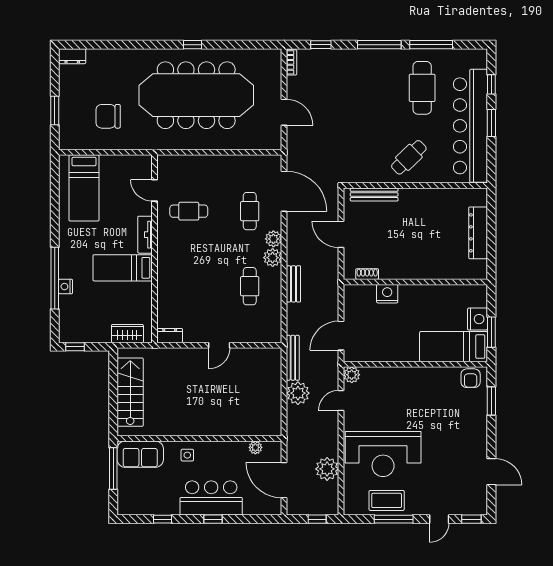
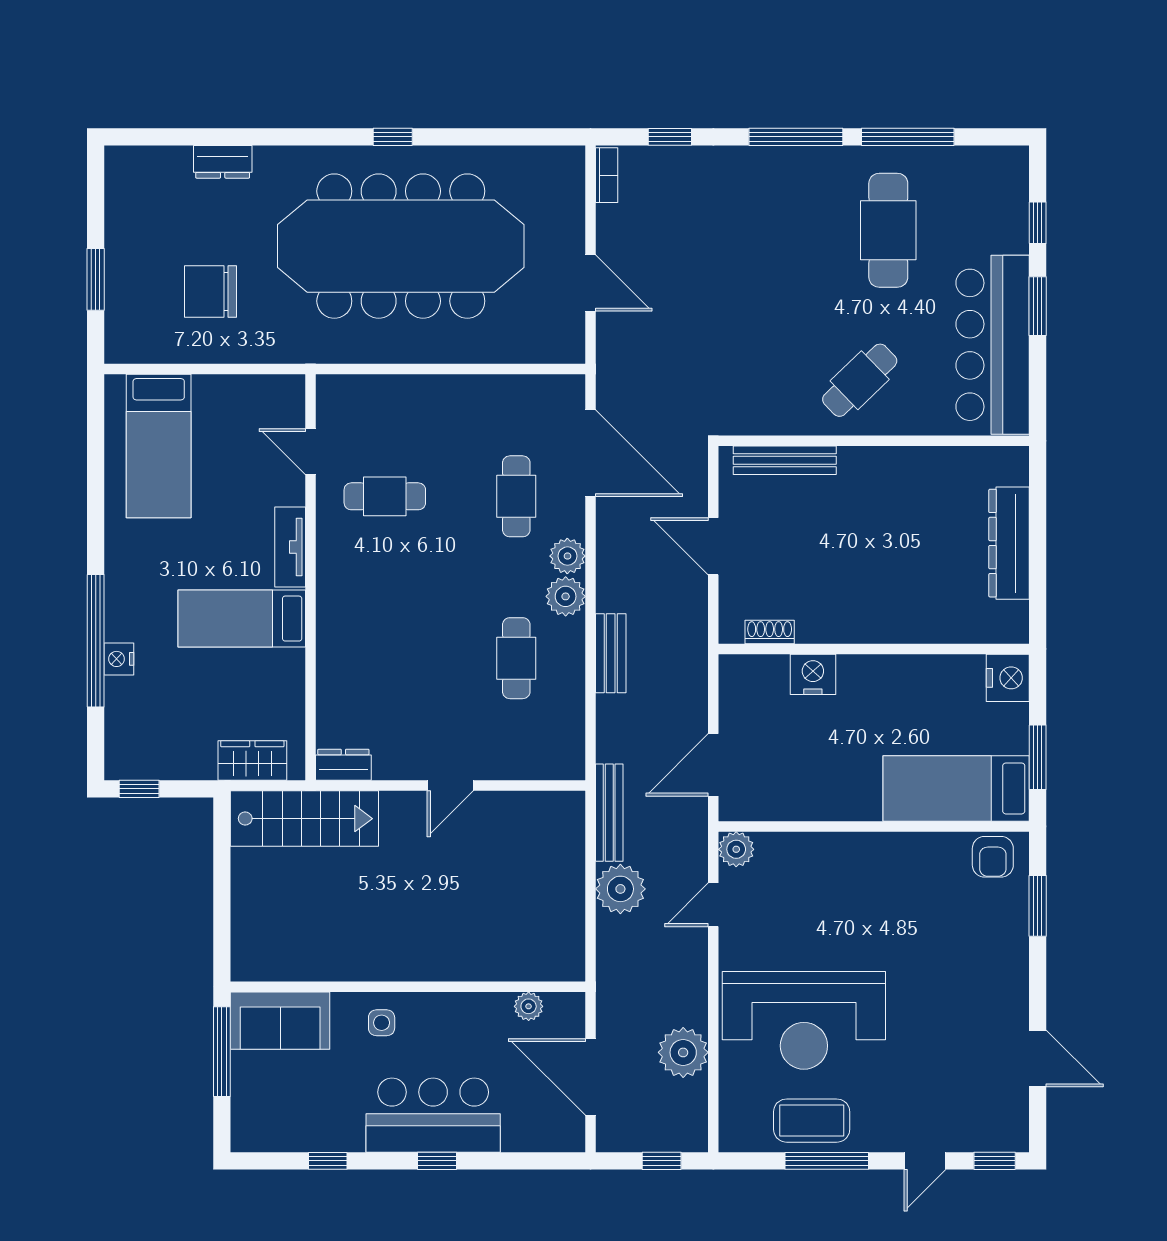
dresser: (72, 56) -> (223, 162), moved
bar counter: (470, 126) -> (993, 345), width x0.73
nightstand: (477, 319) -> (1008, 678), moved
stairs: (130, 392) -> (304, 819), moved, turned 90

